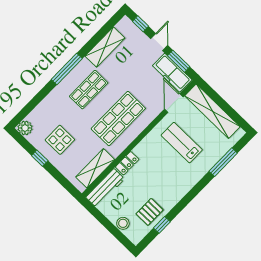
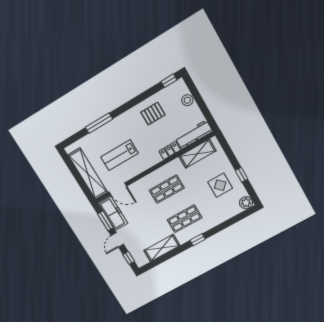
window: (67, 69) -> (198, 240), width x0.46
door: (174, 103) -> (118, 189), hinge flipped
shop shelf: (118, 119) -> (167, 189), width x0.70, depth x0.74
lab bench: (182, 143) -> (120, 155), turned 90
window: (223, 162) -> (99, 123), moved
pallet: (150, 212) -> (153, 114), moved
window: (162, 225) -> (169, 81), moved

